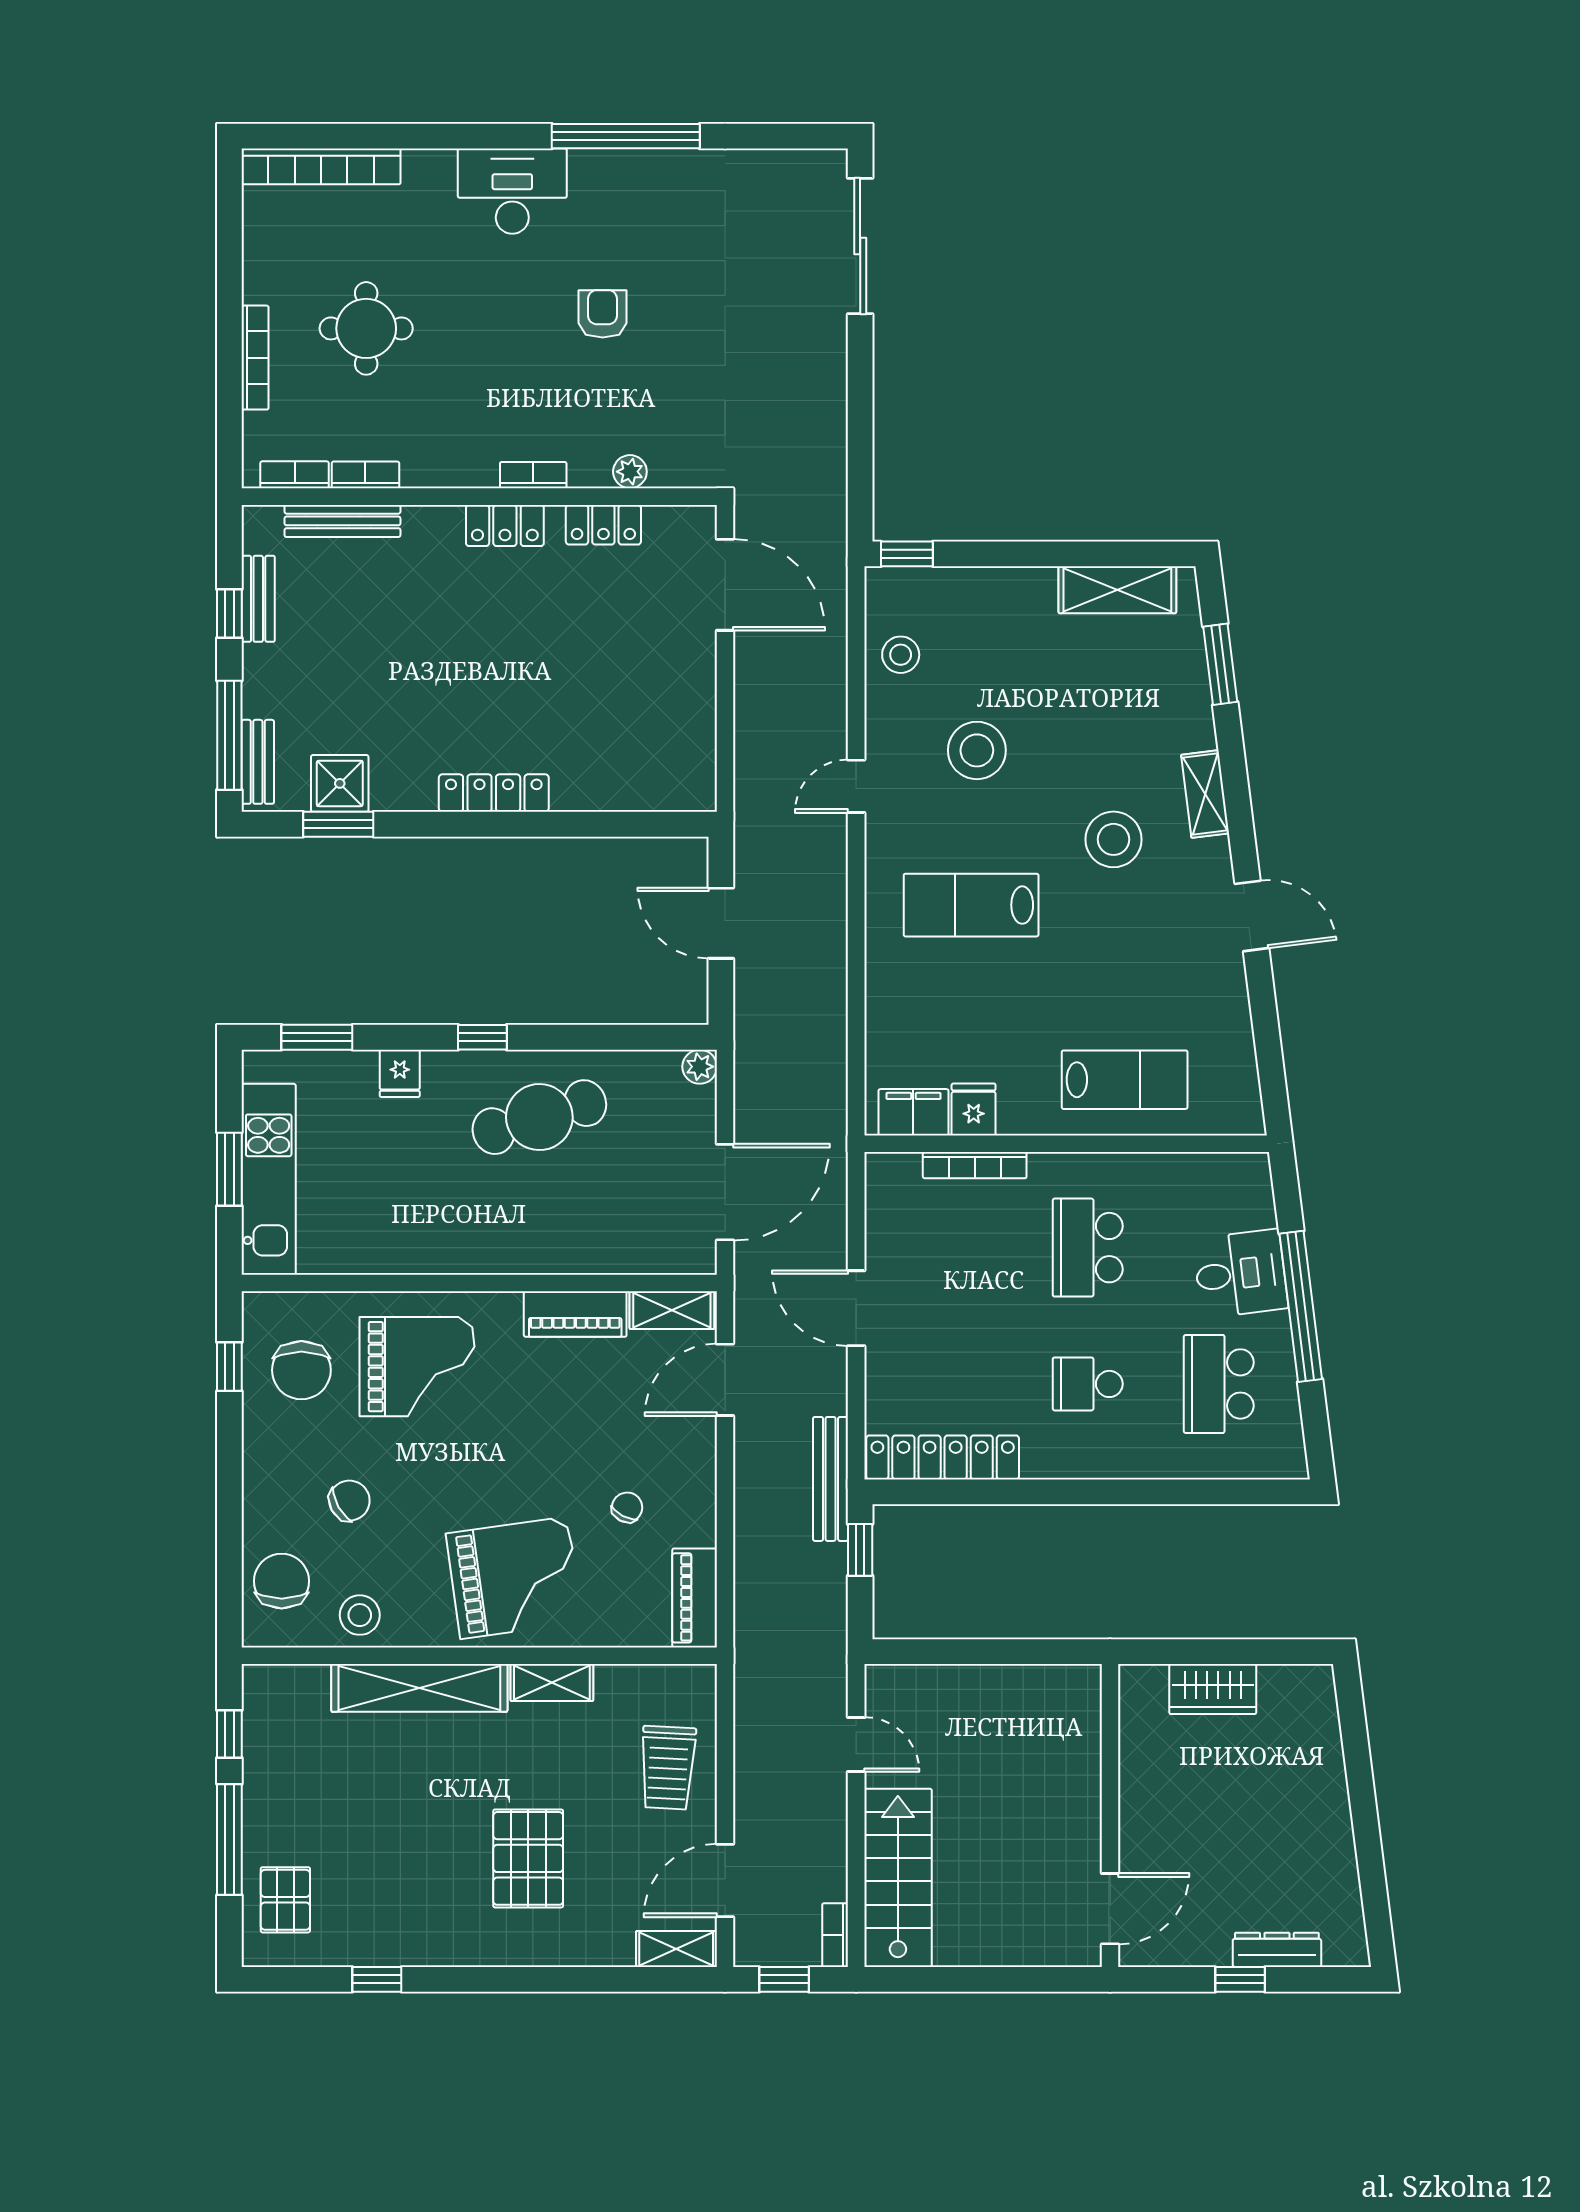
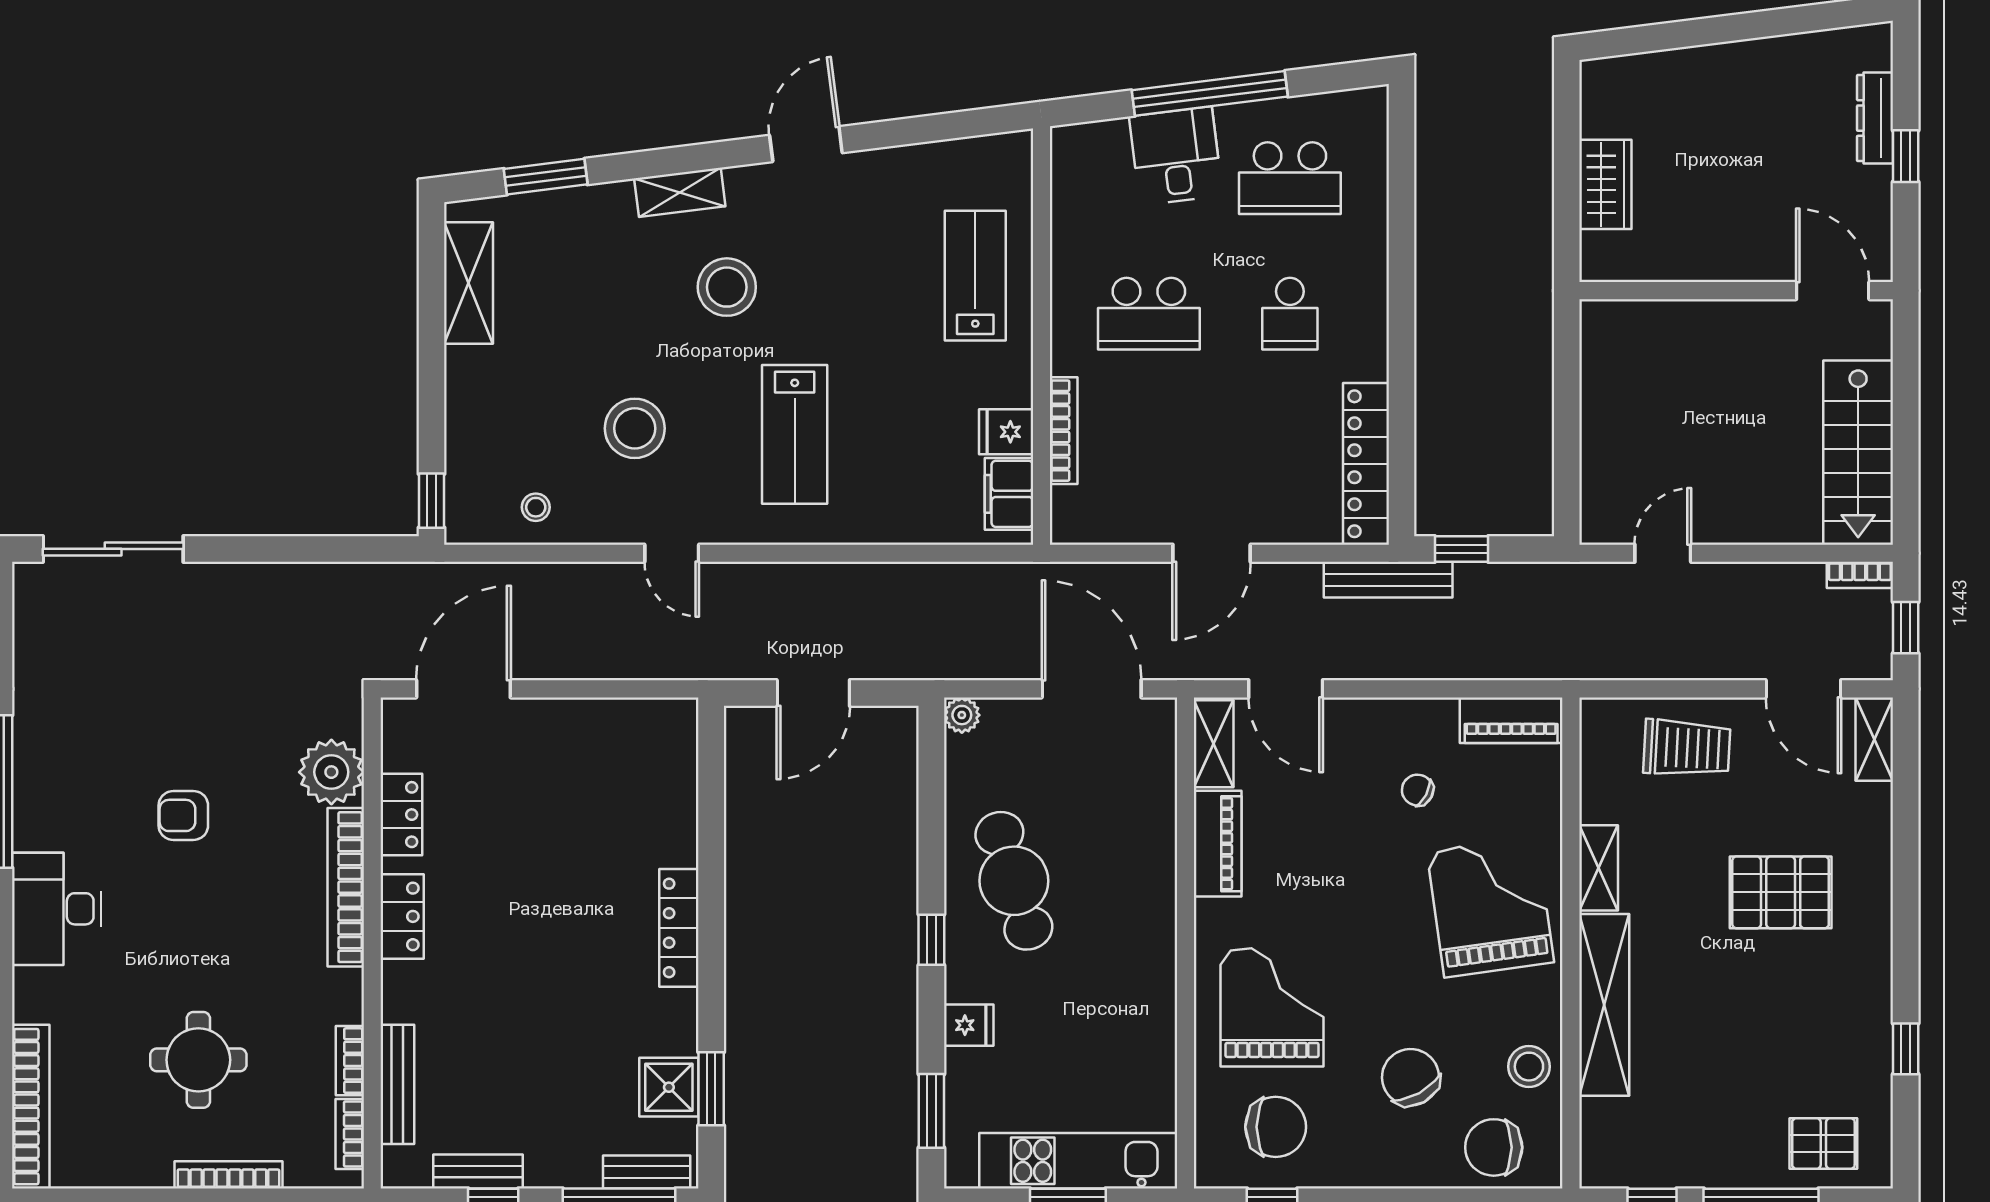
plant: (630, 472) -> (331, 772), width x1.87, depth x1.87
bookcase: (533, 475) -> (346, 887), width x2.31, depth x1.31
stool: (901, 655) -> (536, 507), width x0.73, depth x0.73
chair: (349, 1501) -> (1411, 1077), width x1.37, depth x1.37
stairs: (898, 1878) -> (1858, 453), moved, turned -90

